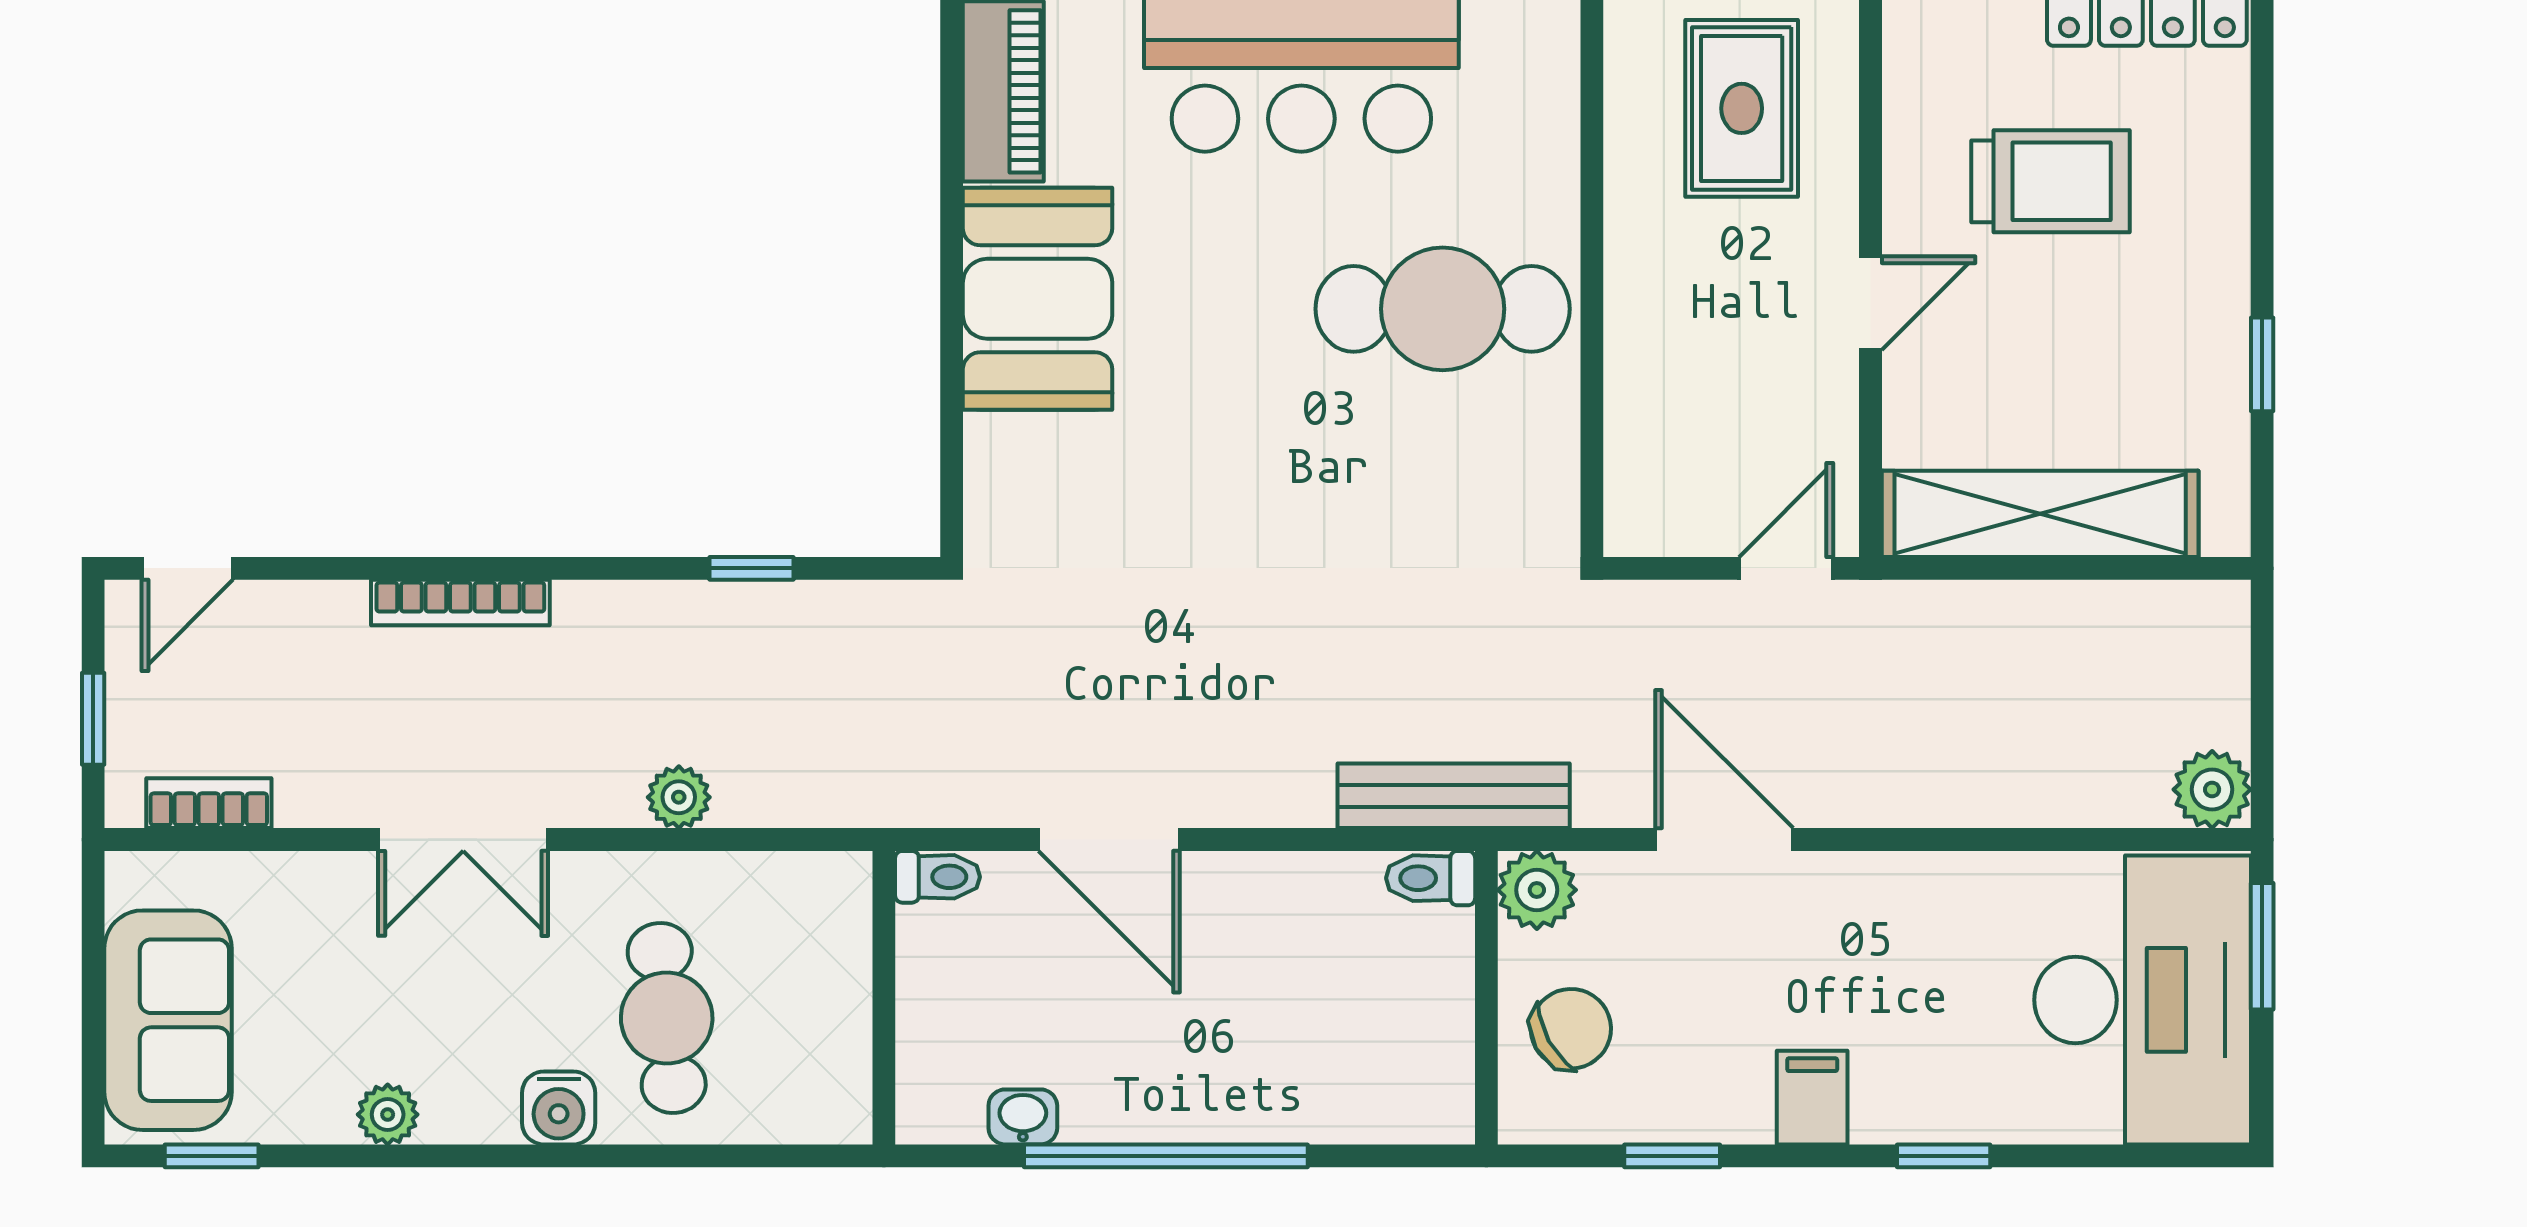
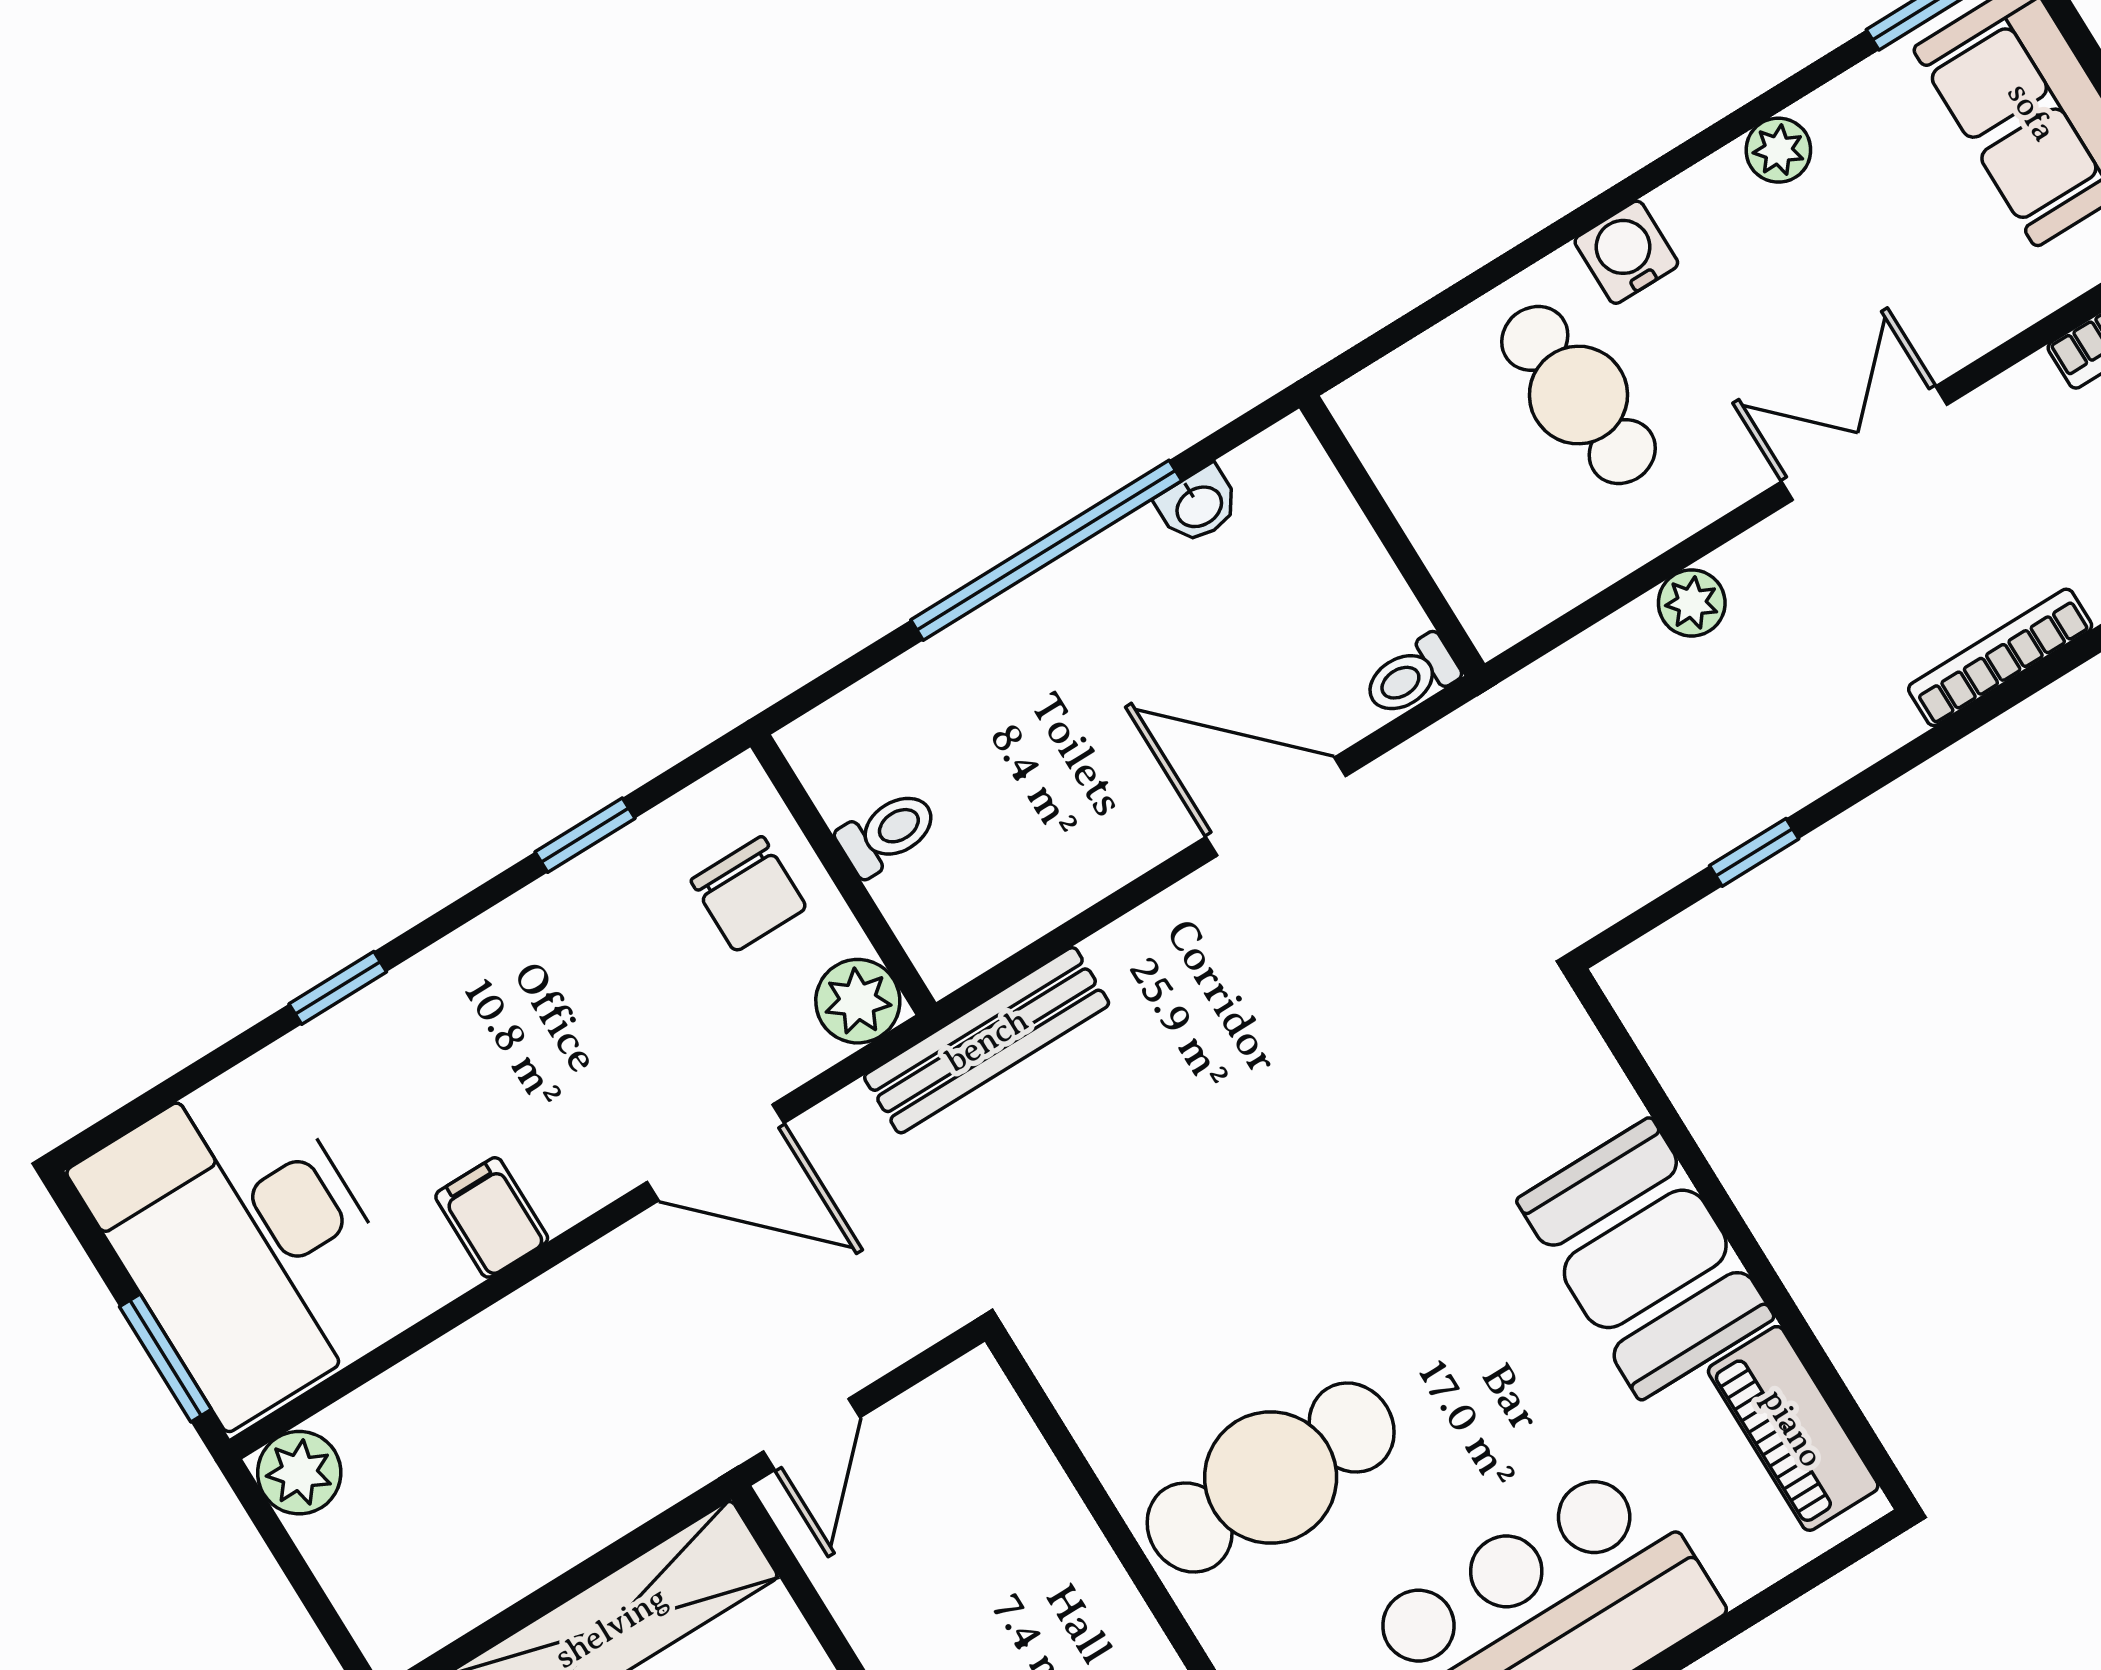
toilet: (1431, 878) -> (887, 833), moved
chair: (1571, 1029) -> (749, 894), turned -61
filing cabinet: (1812, 1098) -> (492, 1217), moved, turned 180

